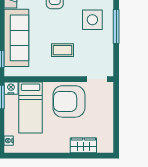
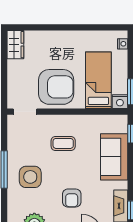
sofa: (16, 38) -> (114, 157), width x0.73
wardrobe: (83, 145) -> (15, 45), moved, turned -90

